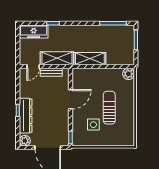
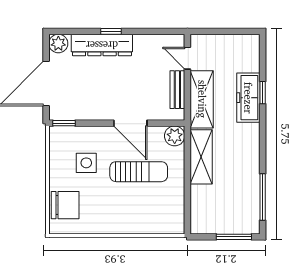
freezer: (34, 31) -> (248, 98), moved
plant: (129, 74) -> (175, 136), moved
sun lounger: (109, 108) -> (139, 172), moved
chair: (118, 137) -> (65, 205), added

